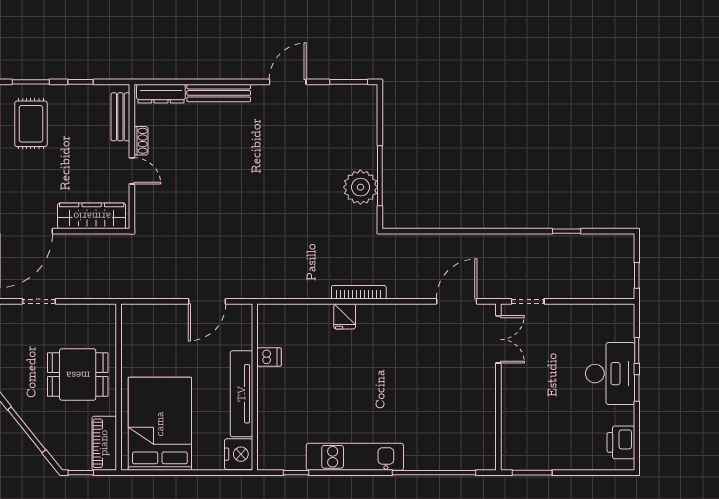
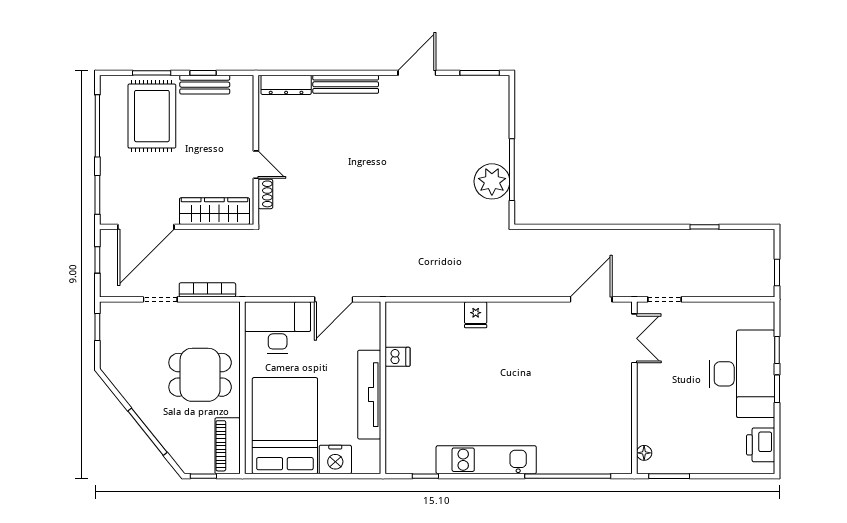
bench: (120, 117) -> (205, 85), moved, turned 90
rug: (31, 124) -> (152, 116), width x1.36, depth x1.43
shoe rack: (141, 141) -> (265, 194), moved
bookcase: (359, 292) -> (207, 290), moved
desk: (153, 329) -> (278, 327), added
desk: (610, 374) -> (742, 374), width x1.36, depth x1.30
floor lamp: (508, 450) -> (644, 453), added
nightstand: (239, 454) -> (335, 459), moved, turned 90

